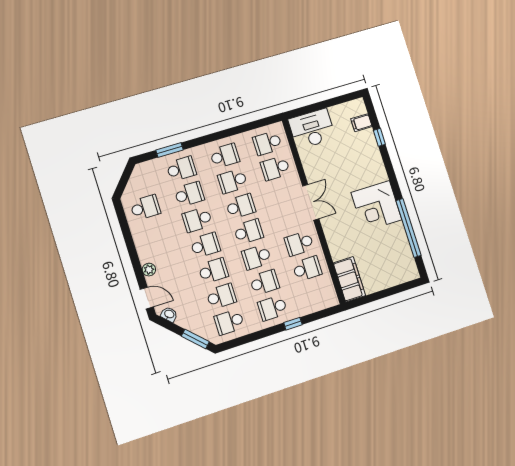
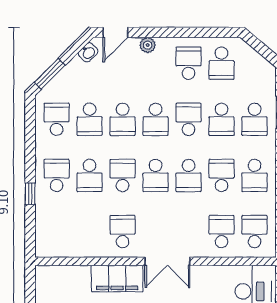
school desk: (307, 269) -> (189, 63), moved, turned 180
filing cabinet: (349, 279) -> (117, 279), moved

